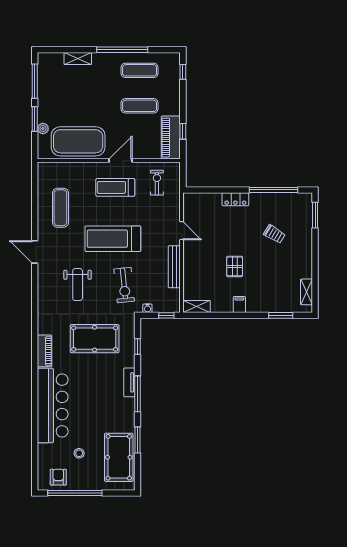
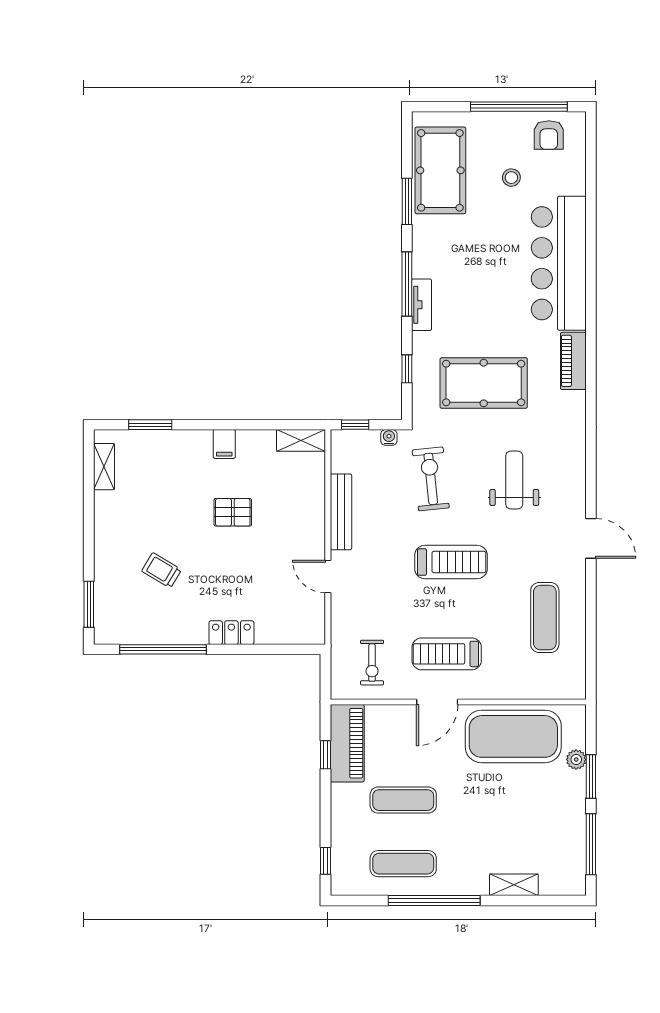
treadmill: (115, 187) -> (447, 654), turned 180
treadmill: (113, 239) -> (451, 562), width x0.73, depth x0.73
pallet: (235, 266) -> (233, 512), turned 90

